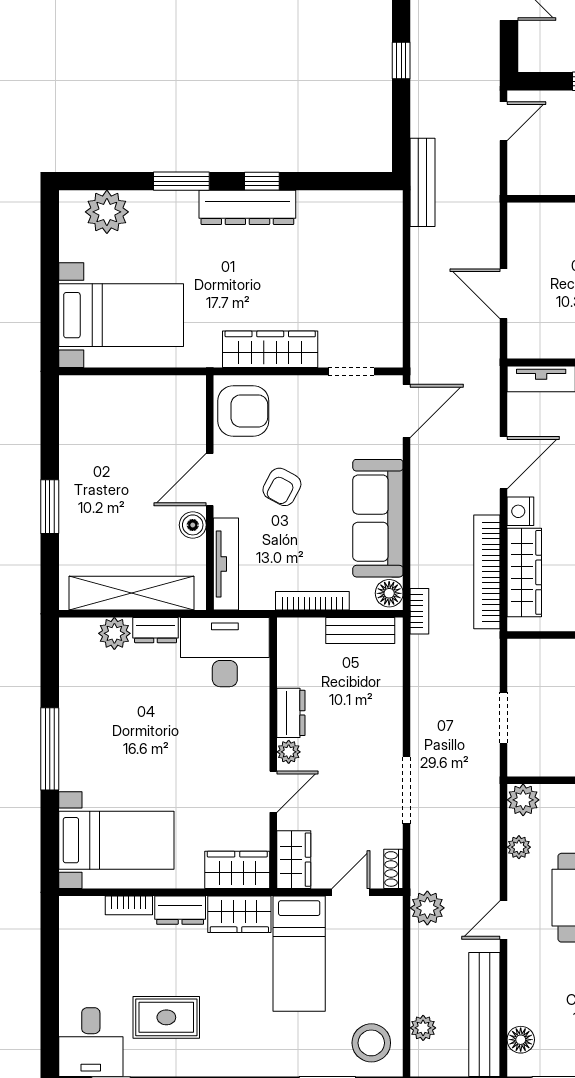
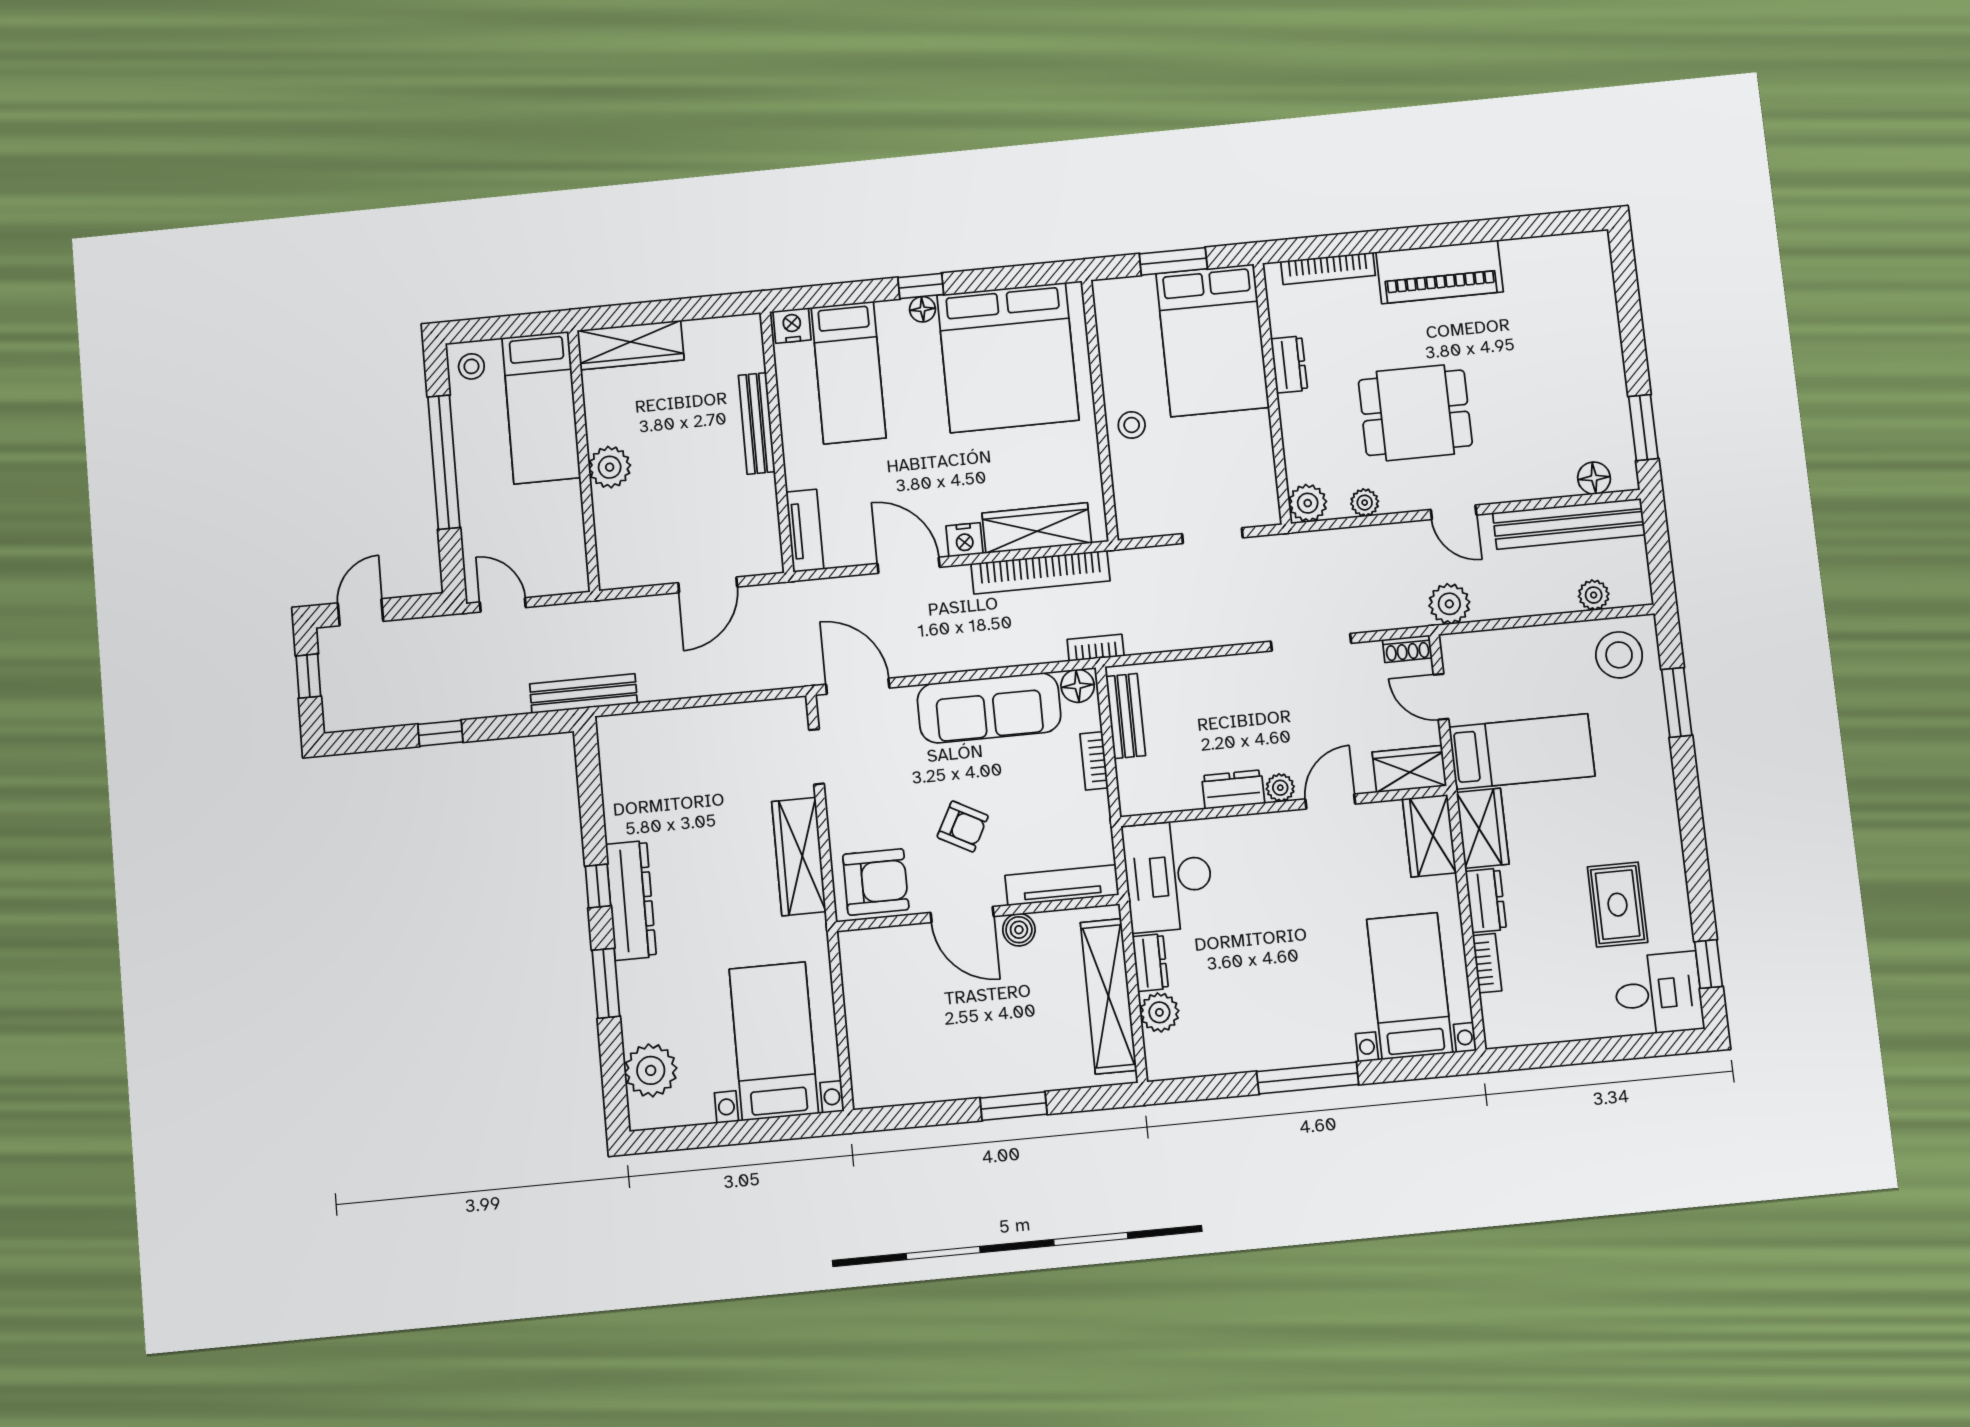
armchair: (243, 411) -> (876, 882), turned 90
bookcase: (312, 601) -> (1094, 761), width x0.64
door: (273, 792) -> (1330, 801), hinge flipped

